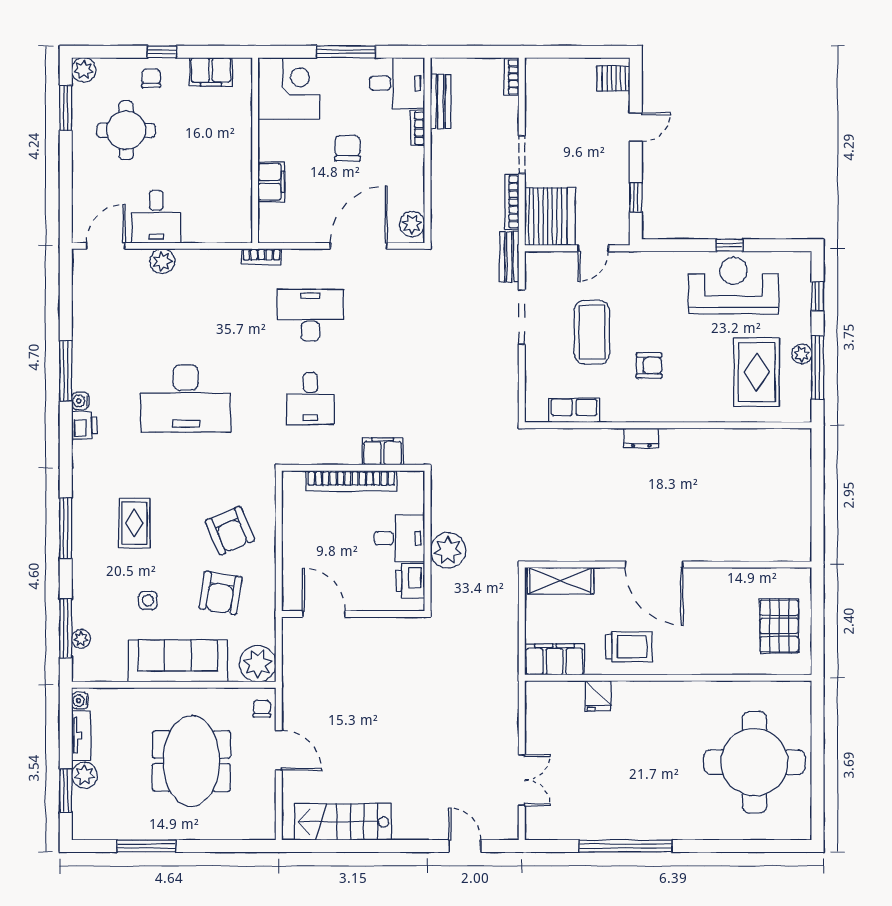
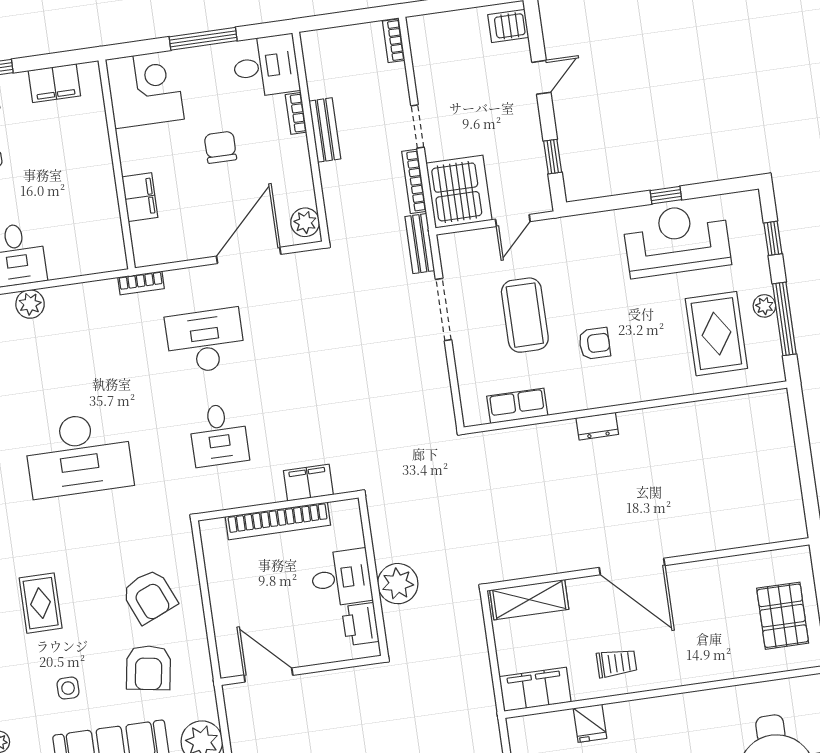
bench: (441, 101) -> (325, 130), moved
trolley: (629, 647) -> (617, 663), width x0.73, depth x0.72

